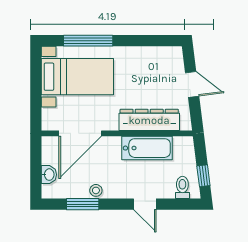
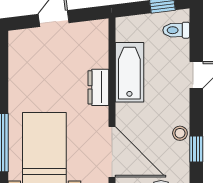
dresser: (149, 120) -> (98, 87), width x0.51, depth x0.80
window: (83, 204) -> (196, 149), width x0.67

